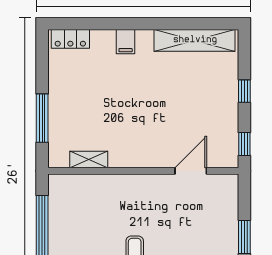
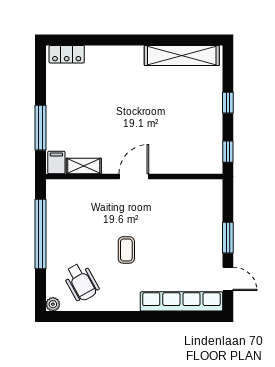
filing cabinet: (126, 42) -> (56, 162), moved, turned 180
door: (191, 171) -> (134, 176), moved

